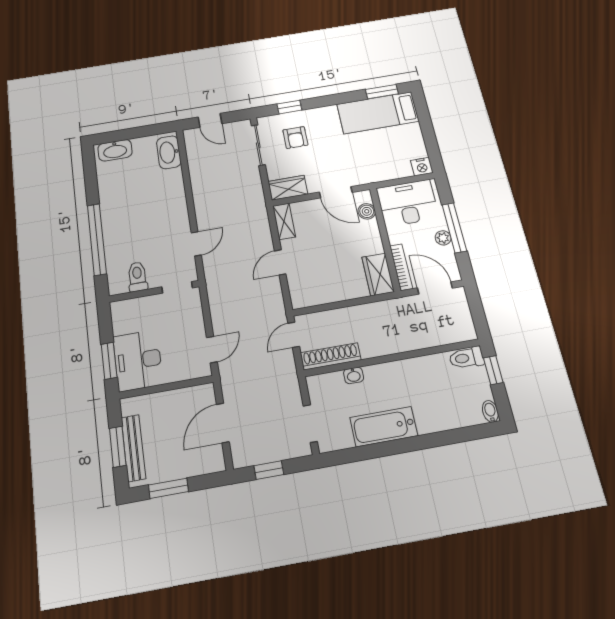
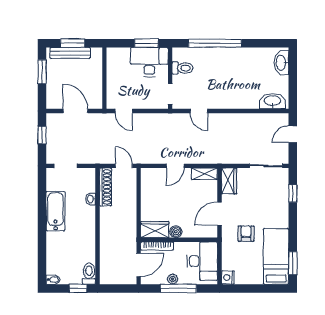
armchair: (295, 138) -> (246, 234), moved, turned 90
boiler: (367, 211) -> (176, 232), moved
door: (280, 262) -> (175, 166), swing flipped
desk: (138, 360) -> (149, 62), moved
window: (109, 361) -> (146, 43), moved

